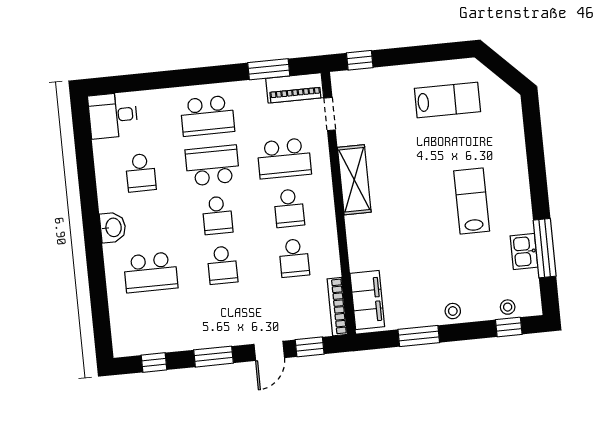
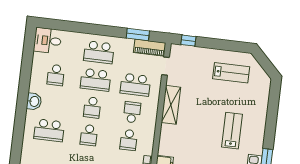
school desk: (212, 165) -> (96, 80), turned 180
school desk: (289, 208) -> (132, 112), turned 180

